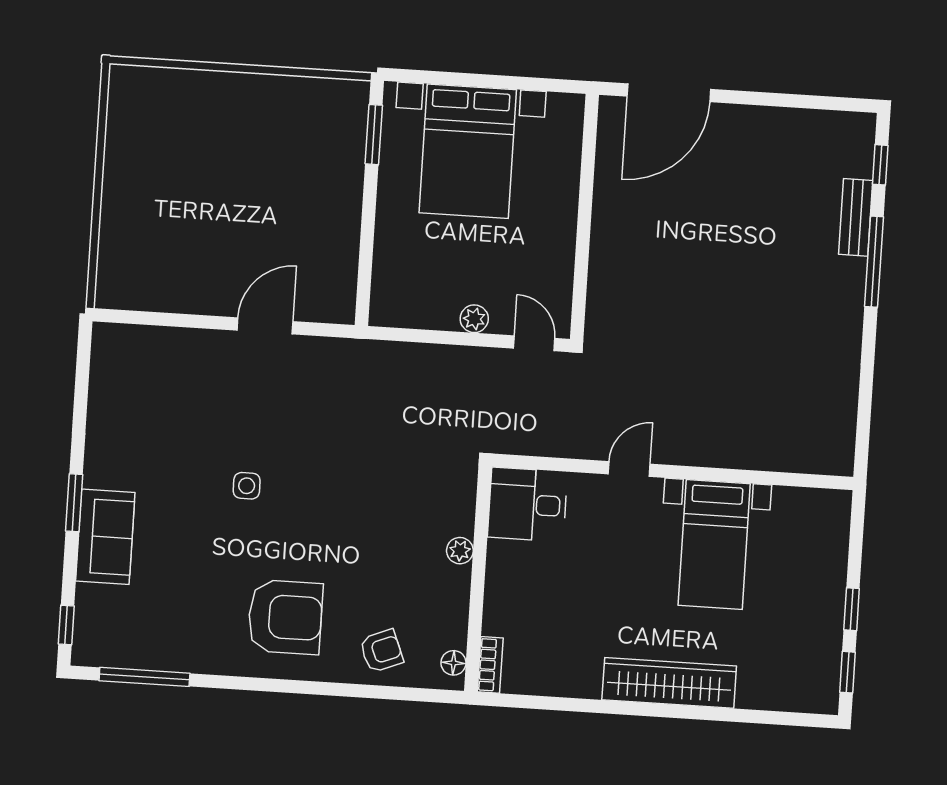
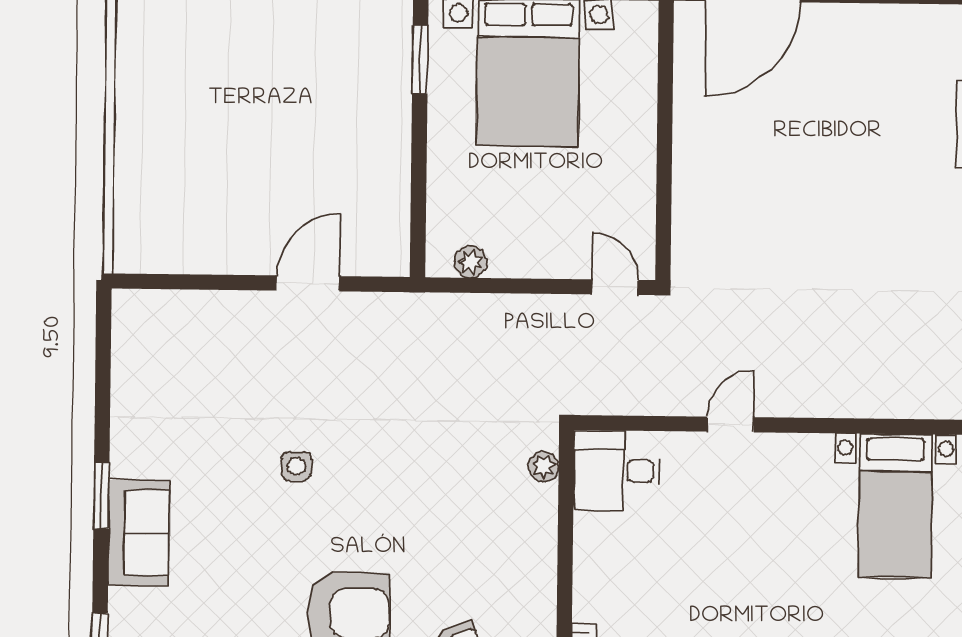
plant: (474, 319) -> (470, 262), moved
bed with nightstands: (714, 544) -> (895, 506), moved
plant: (460, 551) -> (544, 467), moved

